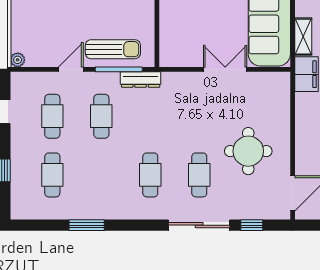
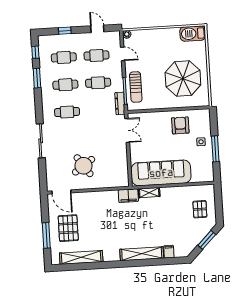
door: (71, 69) -> (123, 54), moved
double door: (225, 69) -> (127, 130), moved
round table: (248, 151) -> (84, 166), turned -35
cafe table: (199, 175) -> (65, 85), moved
window: (252, 225) -> (35, 52), moved

